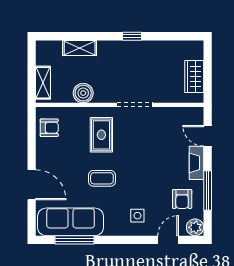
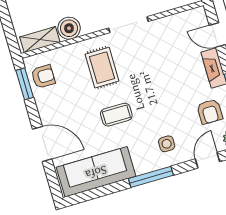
shelving: (43, 83) -> (40, 40), moved, turned 90
window: (32, 129) -> (25, 84), added
window: (75, 240) -> (151, 177), moved

